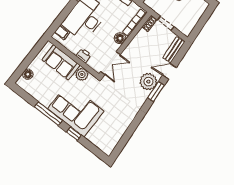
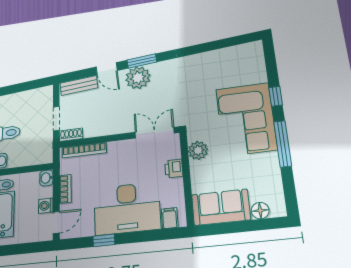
floor lamp: (120, 38) -> (116, 149), removed
sofa: (61, 62) -> (221, 207), moved, turned -90

